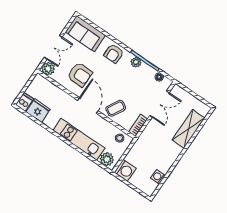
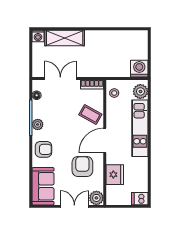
fridge: (38, 111) -> (115, 175), moved, turned 180
washing machine: (158, 177) -> (38, 36), moved

